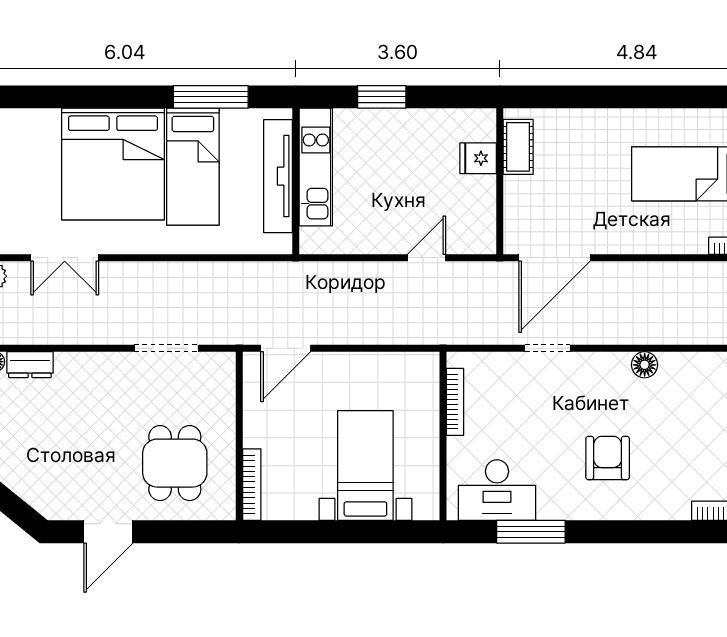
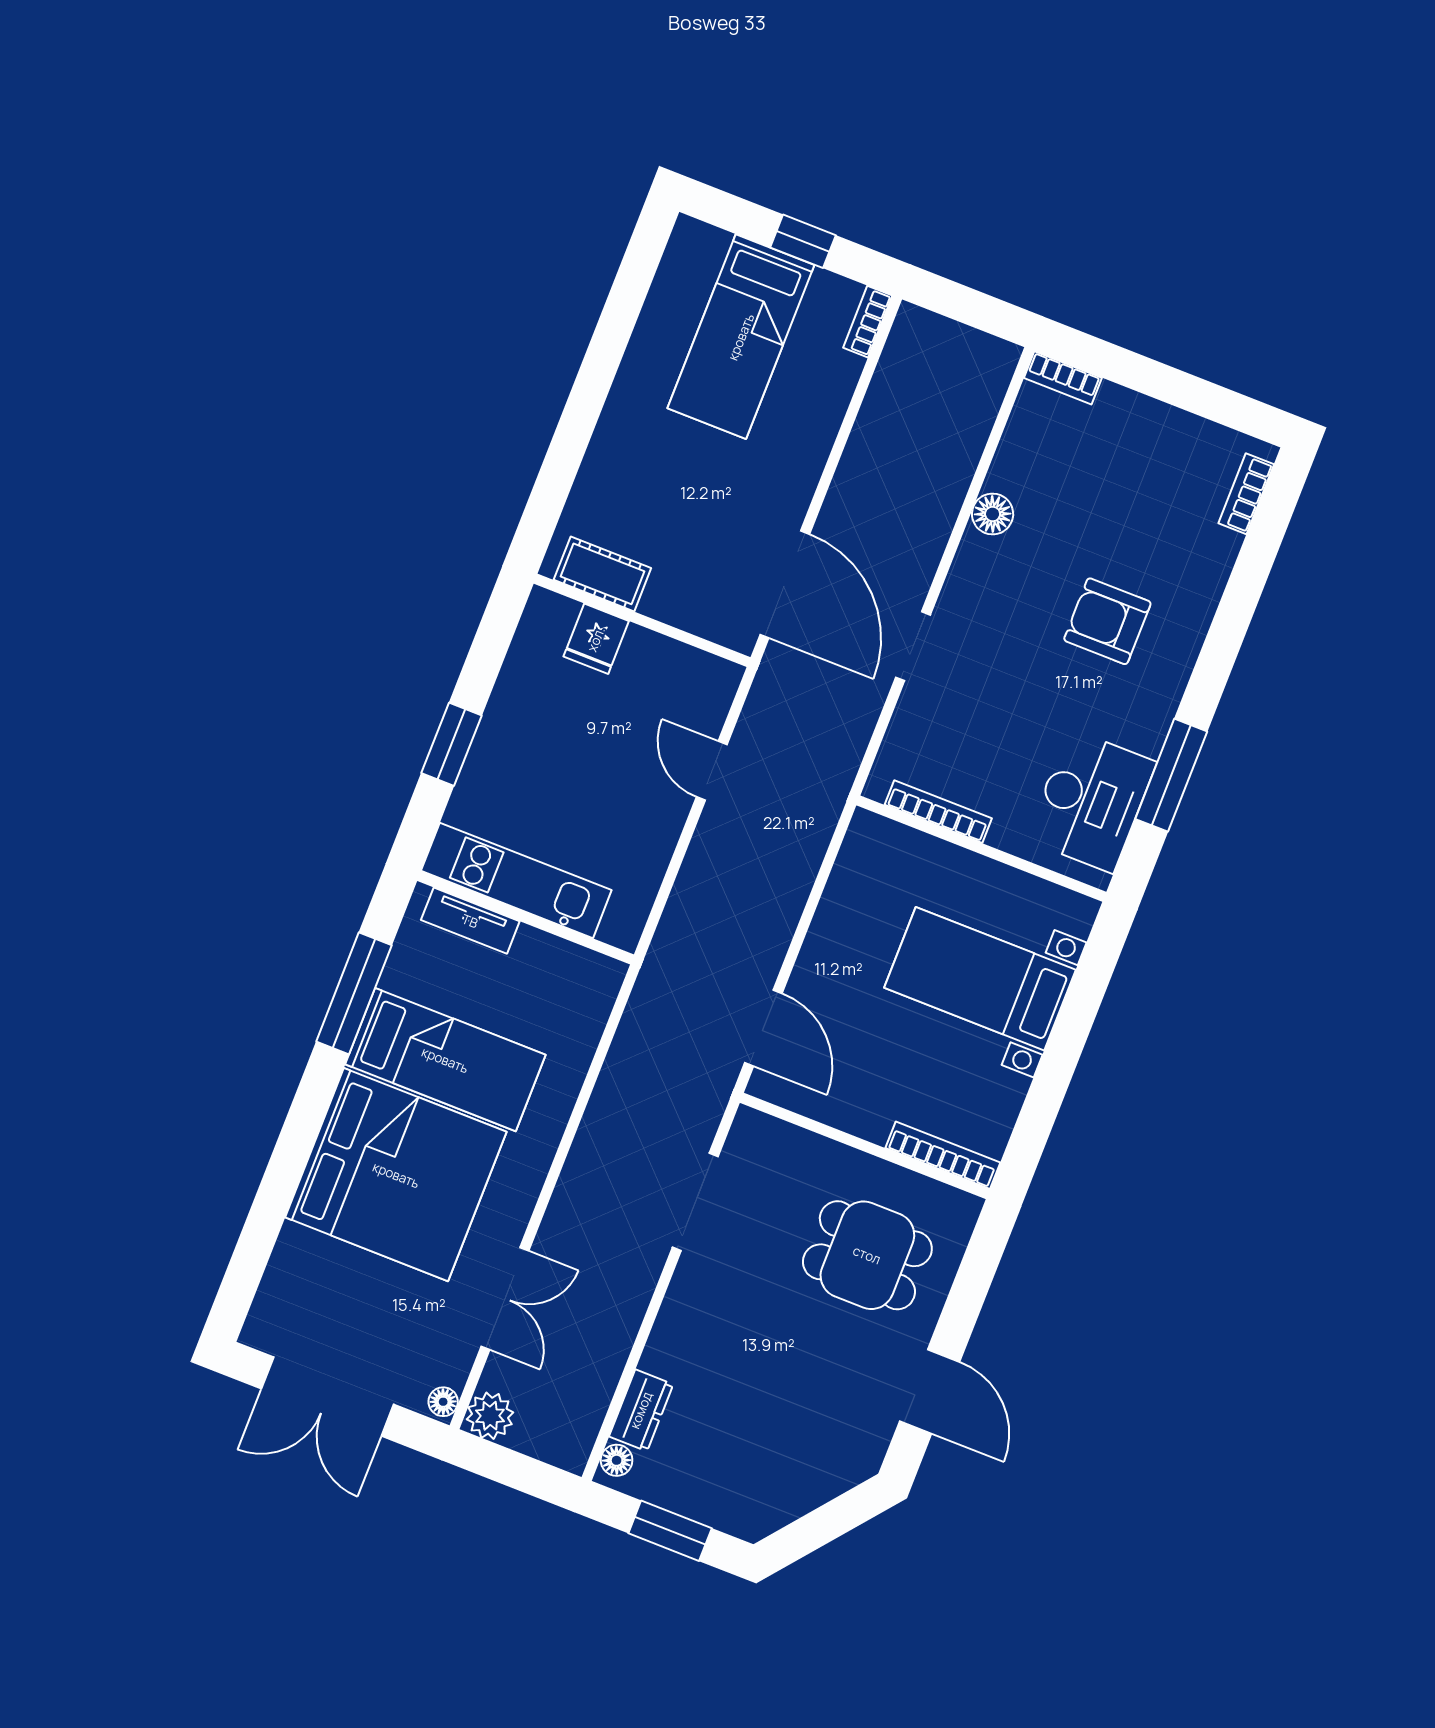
tv unit: (278, 176) -> (470, 921), width x0.52, depth x0.78

